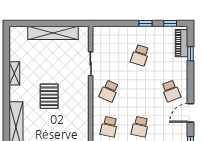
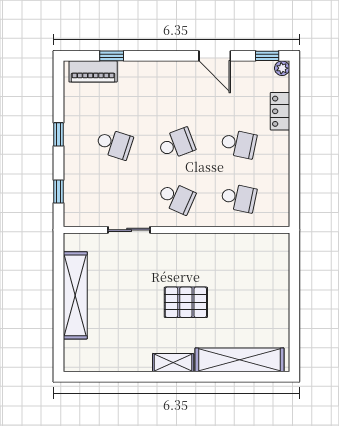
window: (170, 23) -> (59, 192), moved
shelving: (14, 73) -> (173, 363), moved
school desk: (171, 91) -> (176, 144), moved

